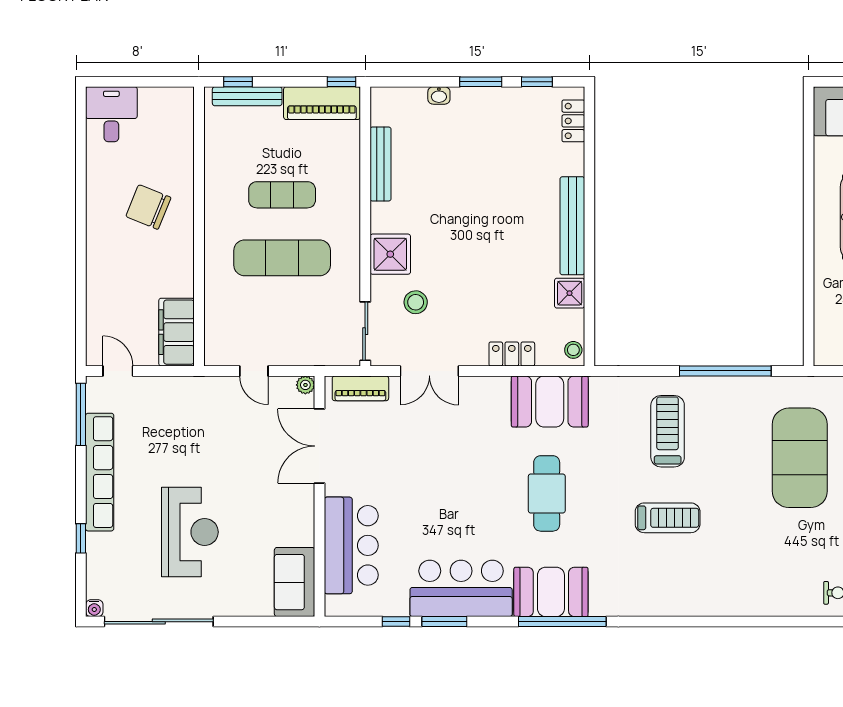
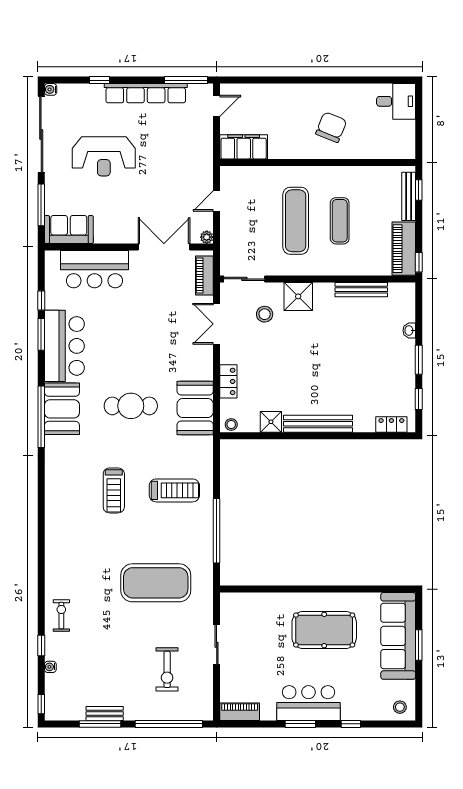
window: (259, 622) -> (41, 205), added

